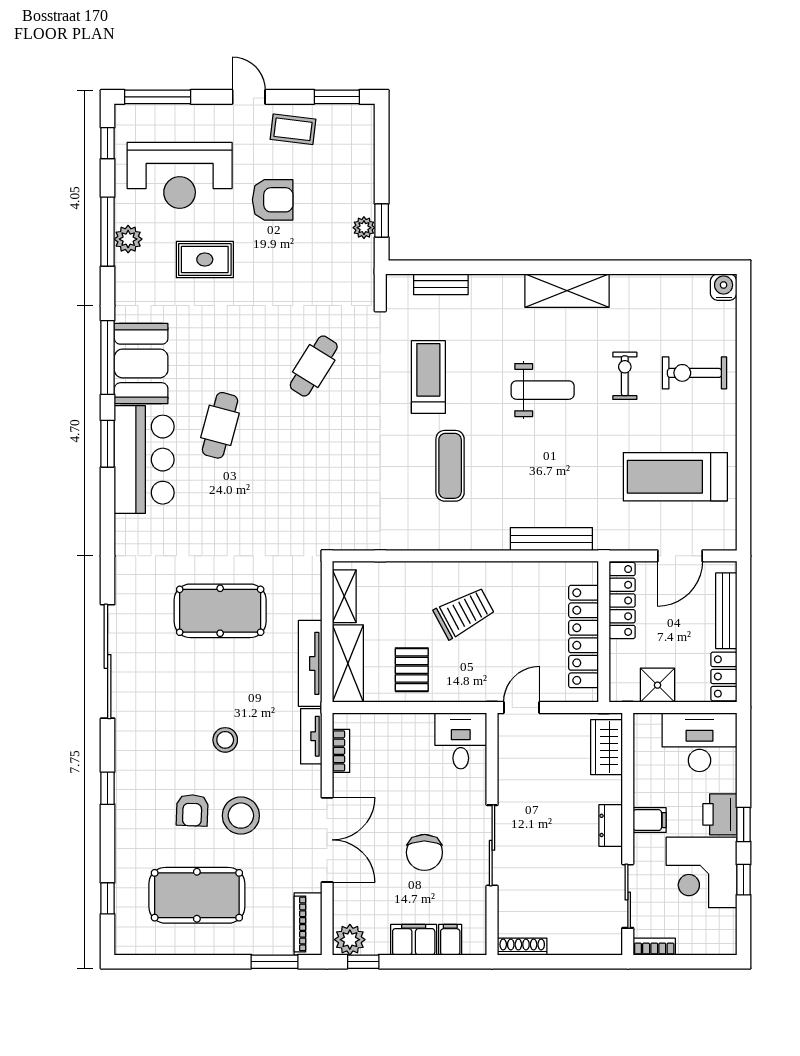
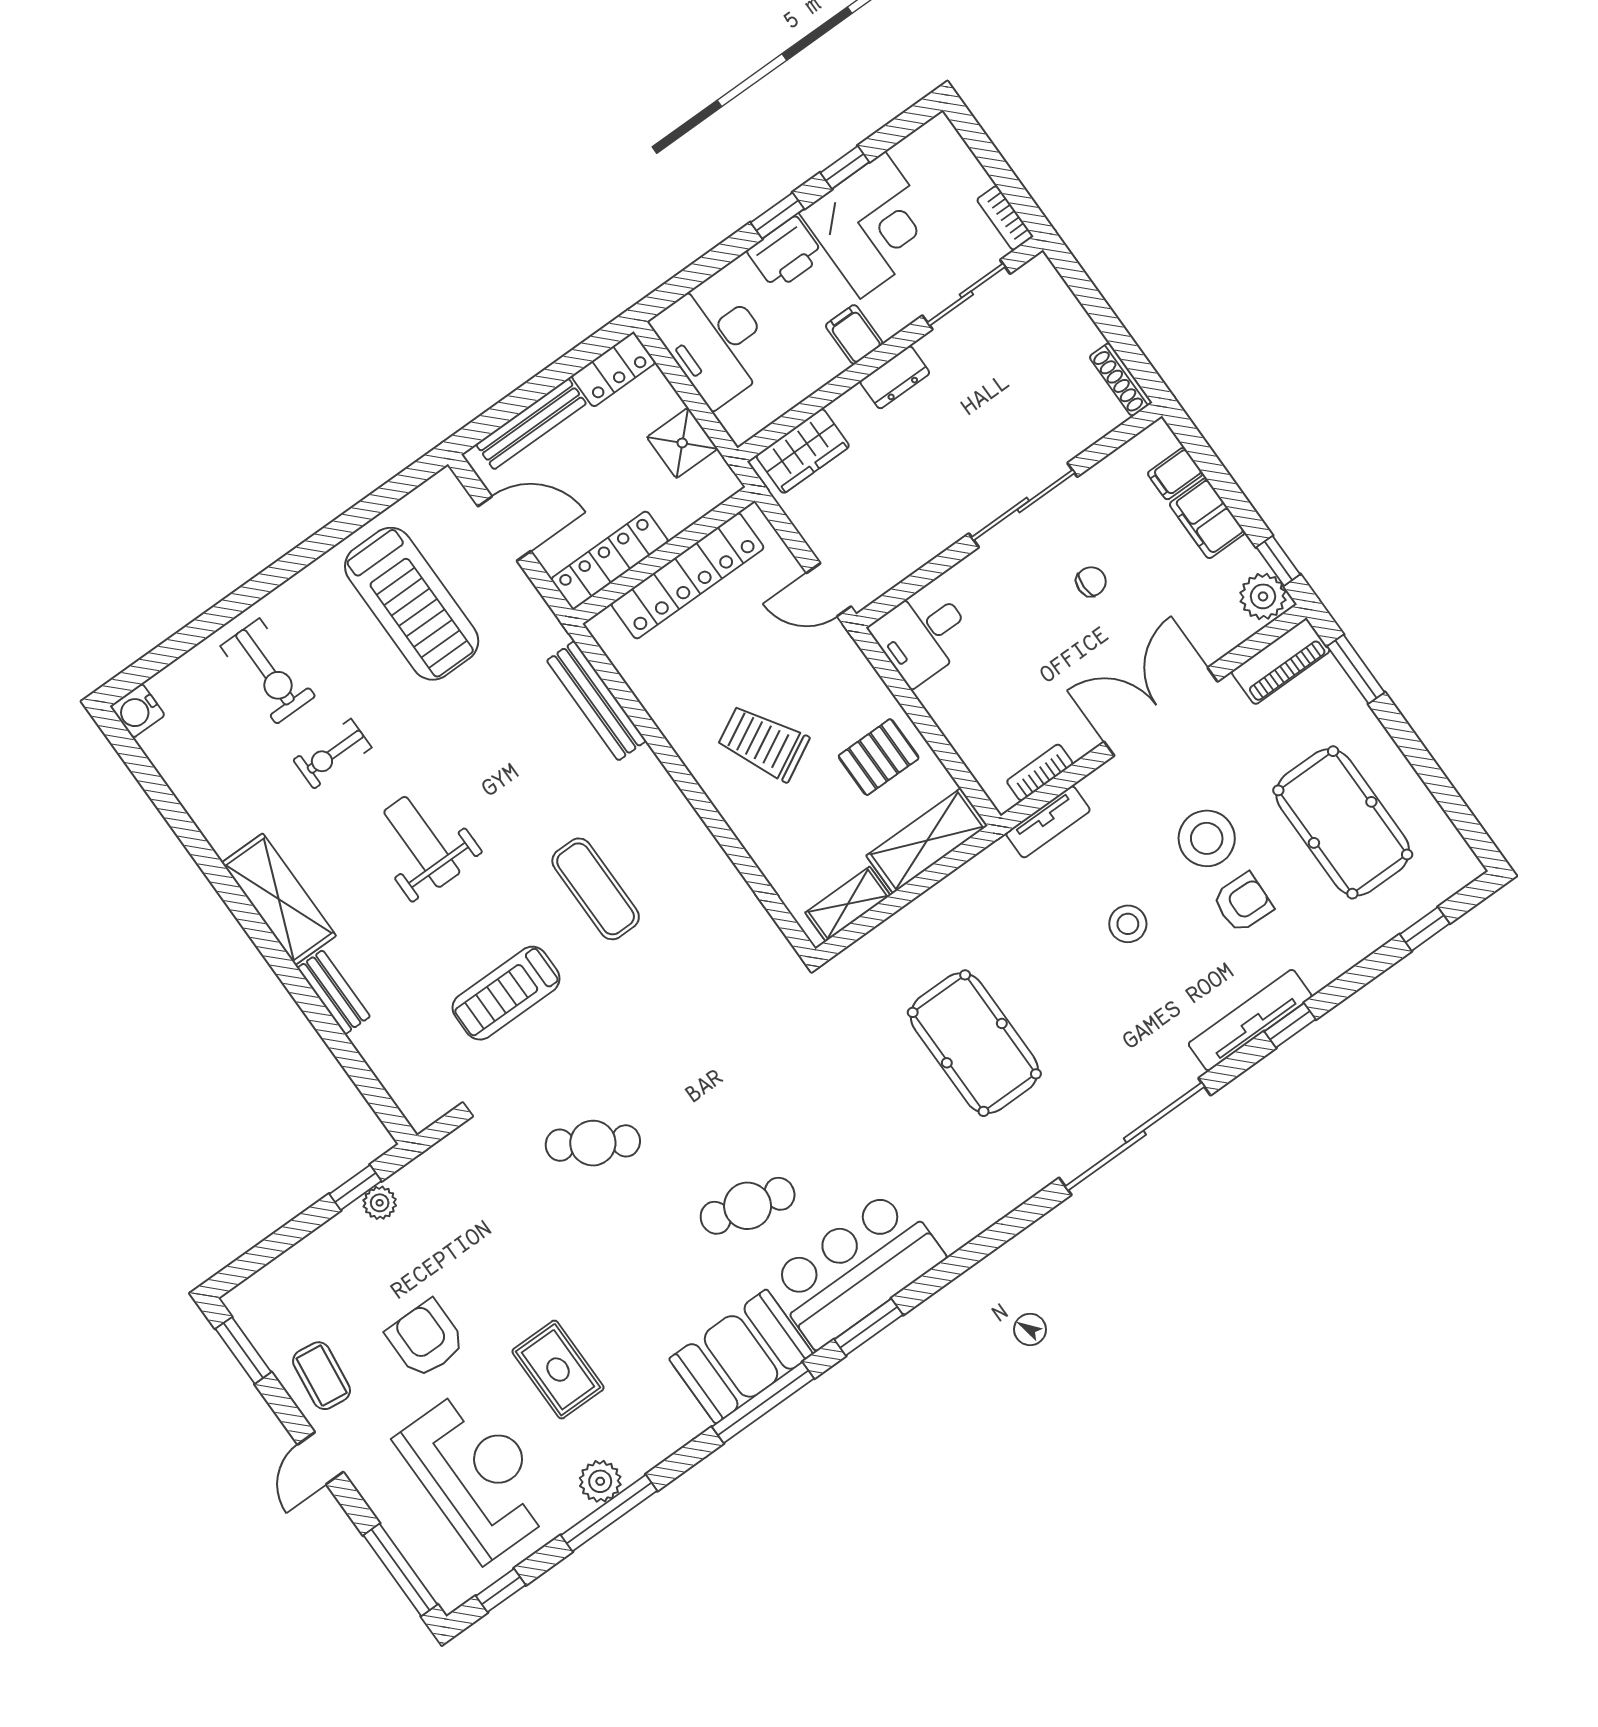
bench: (441, 284) -> (334, 992), moved
exercise mat: (450, 466) -> (596, 889), turned 90
tv unit: (310, 663) -> (1250, 1020), moved, turned 180
chair: (424, 852) -> (1091, 582), width x0.54, depth x0.54

